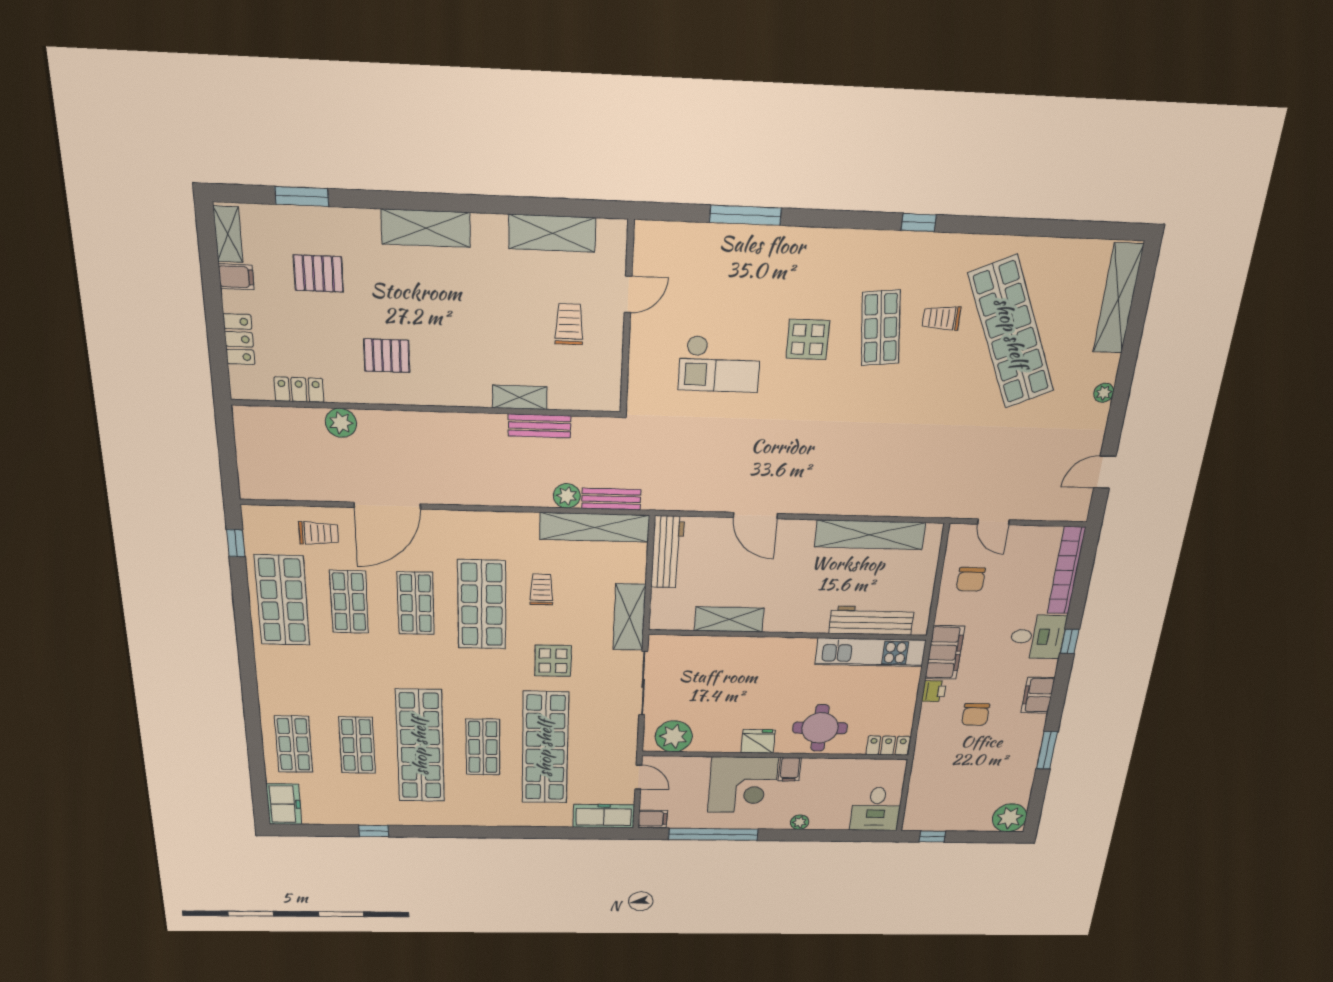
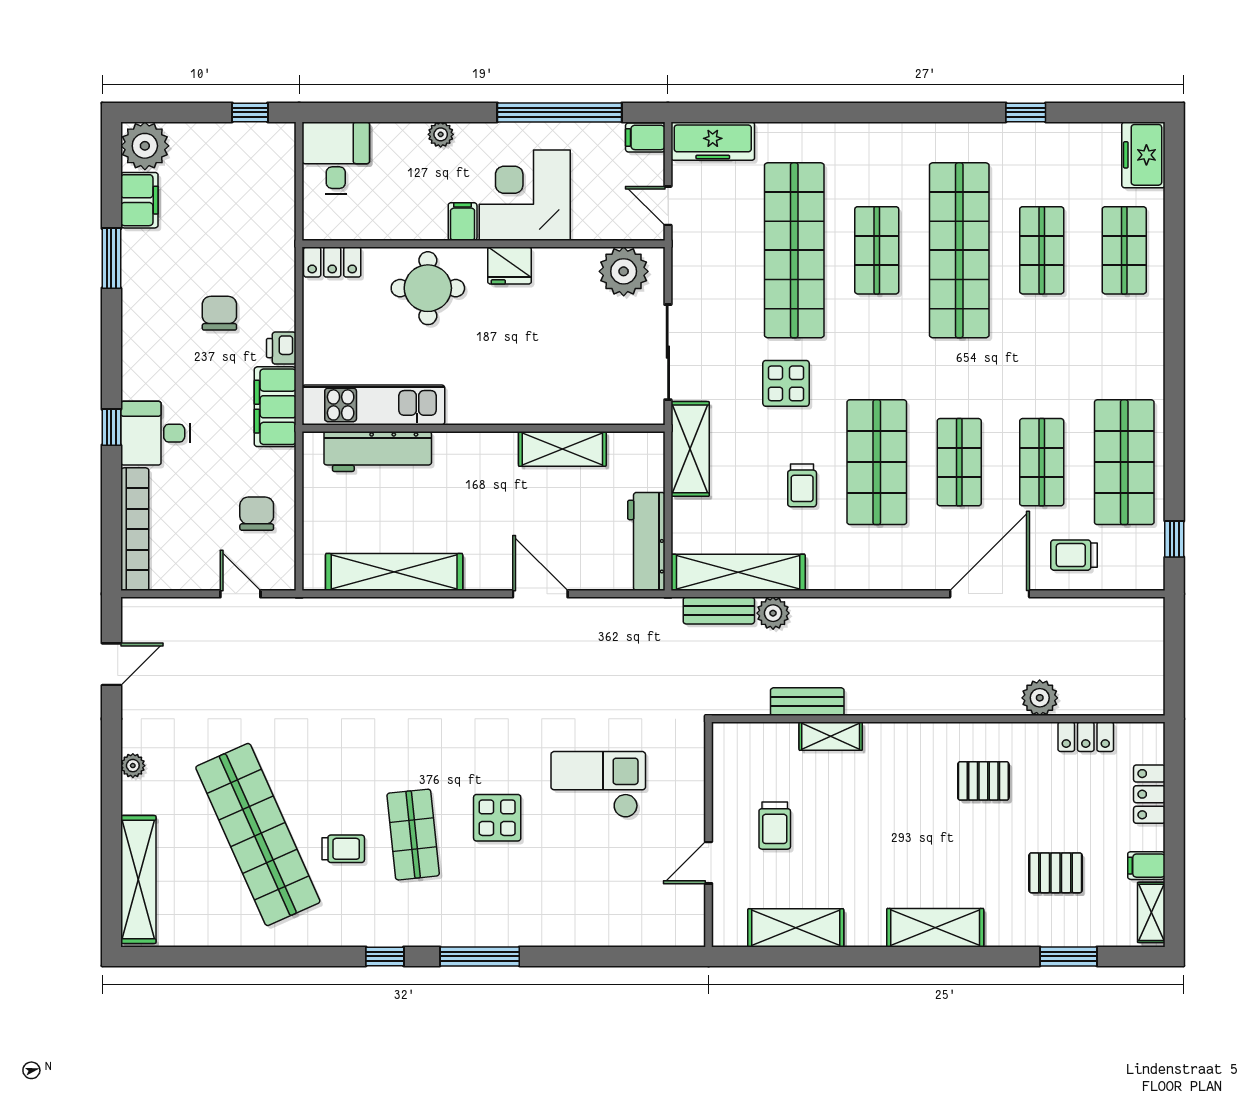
window: (745, 215) -> (480, 956), moved
filing cabinet: (1038, 695) -> (139, 200), moved

